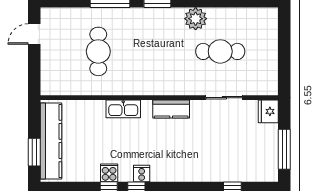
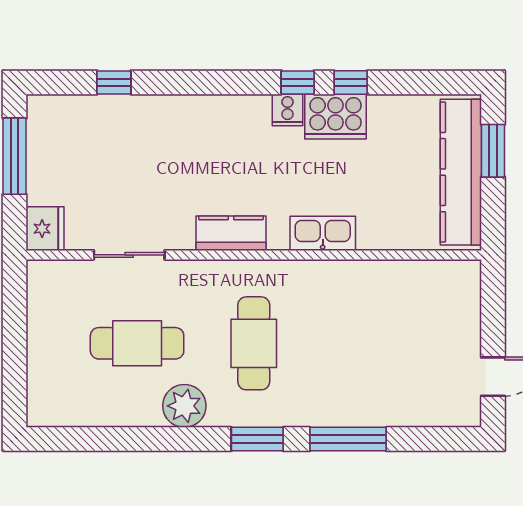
cafe table: (98, 51) -> (254, 343), moved
cooker: (109, 173) -> (336, 117), width x1.87, depth x1.31

